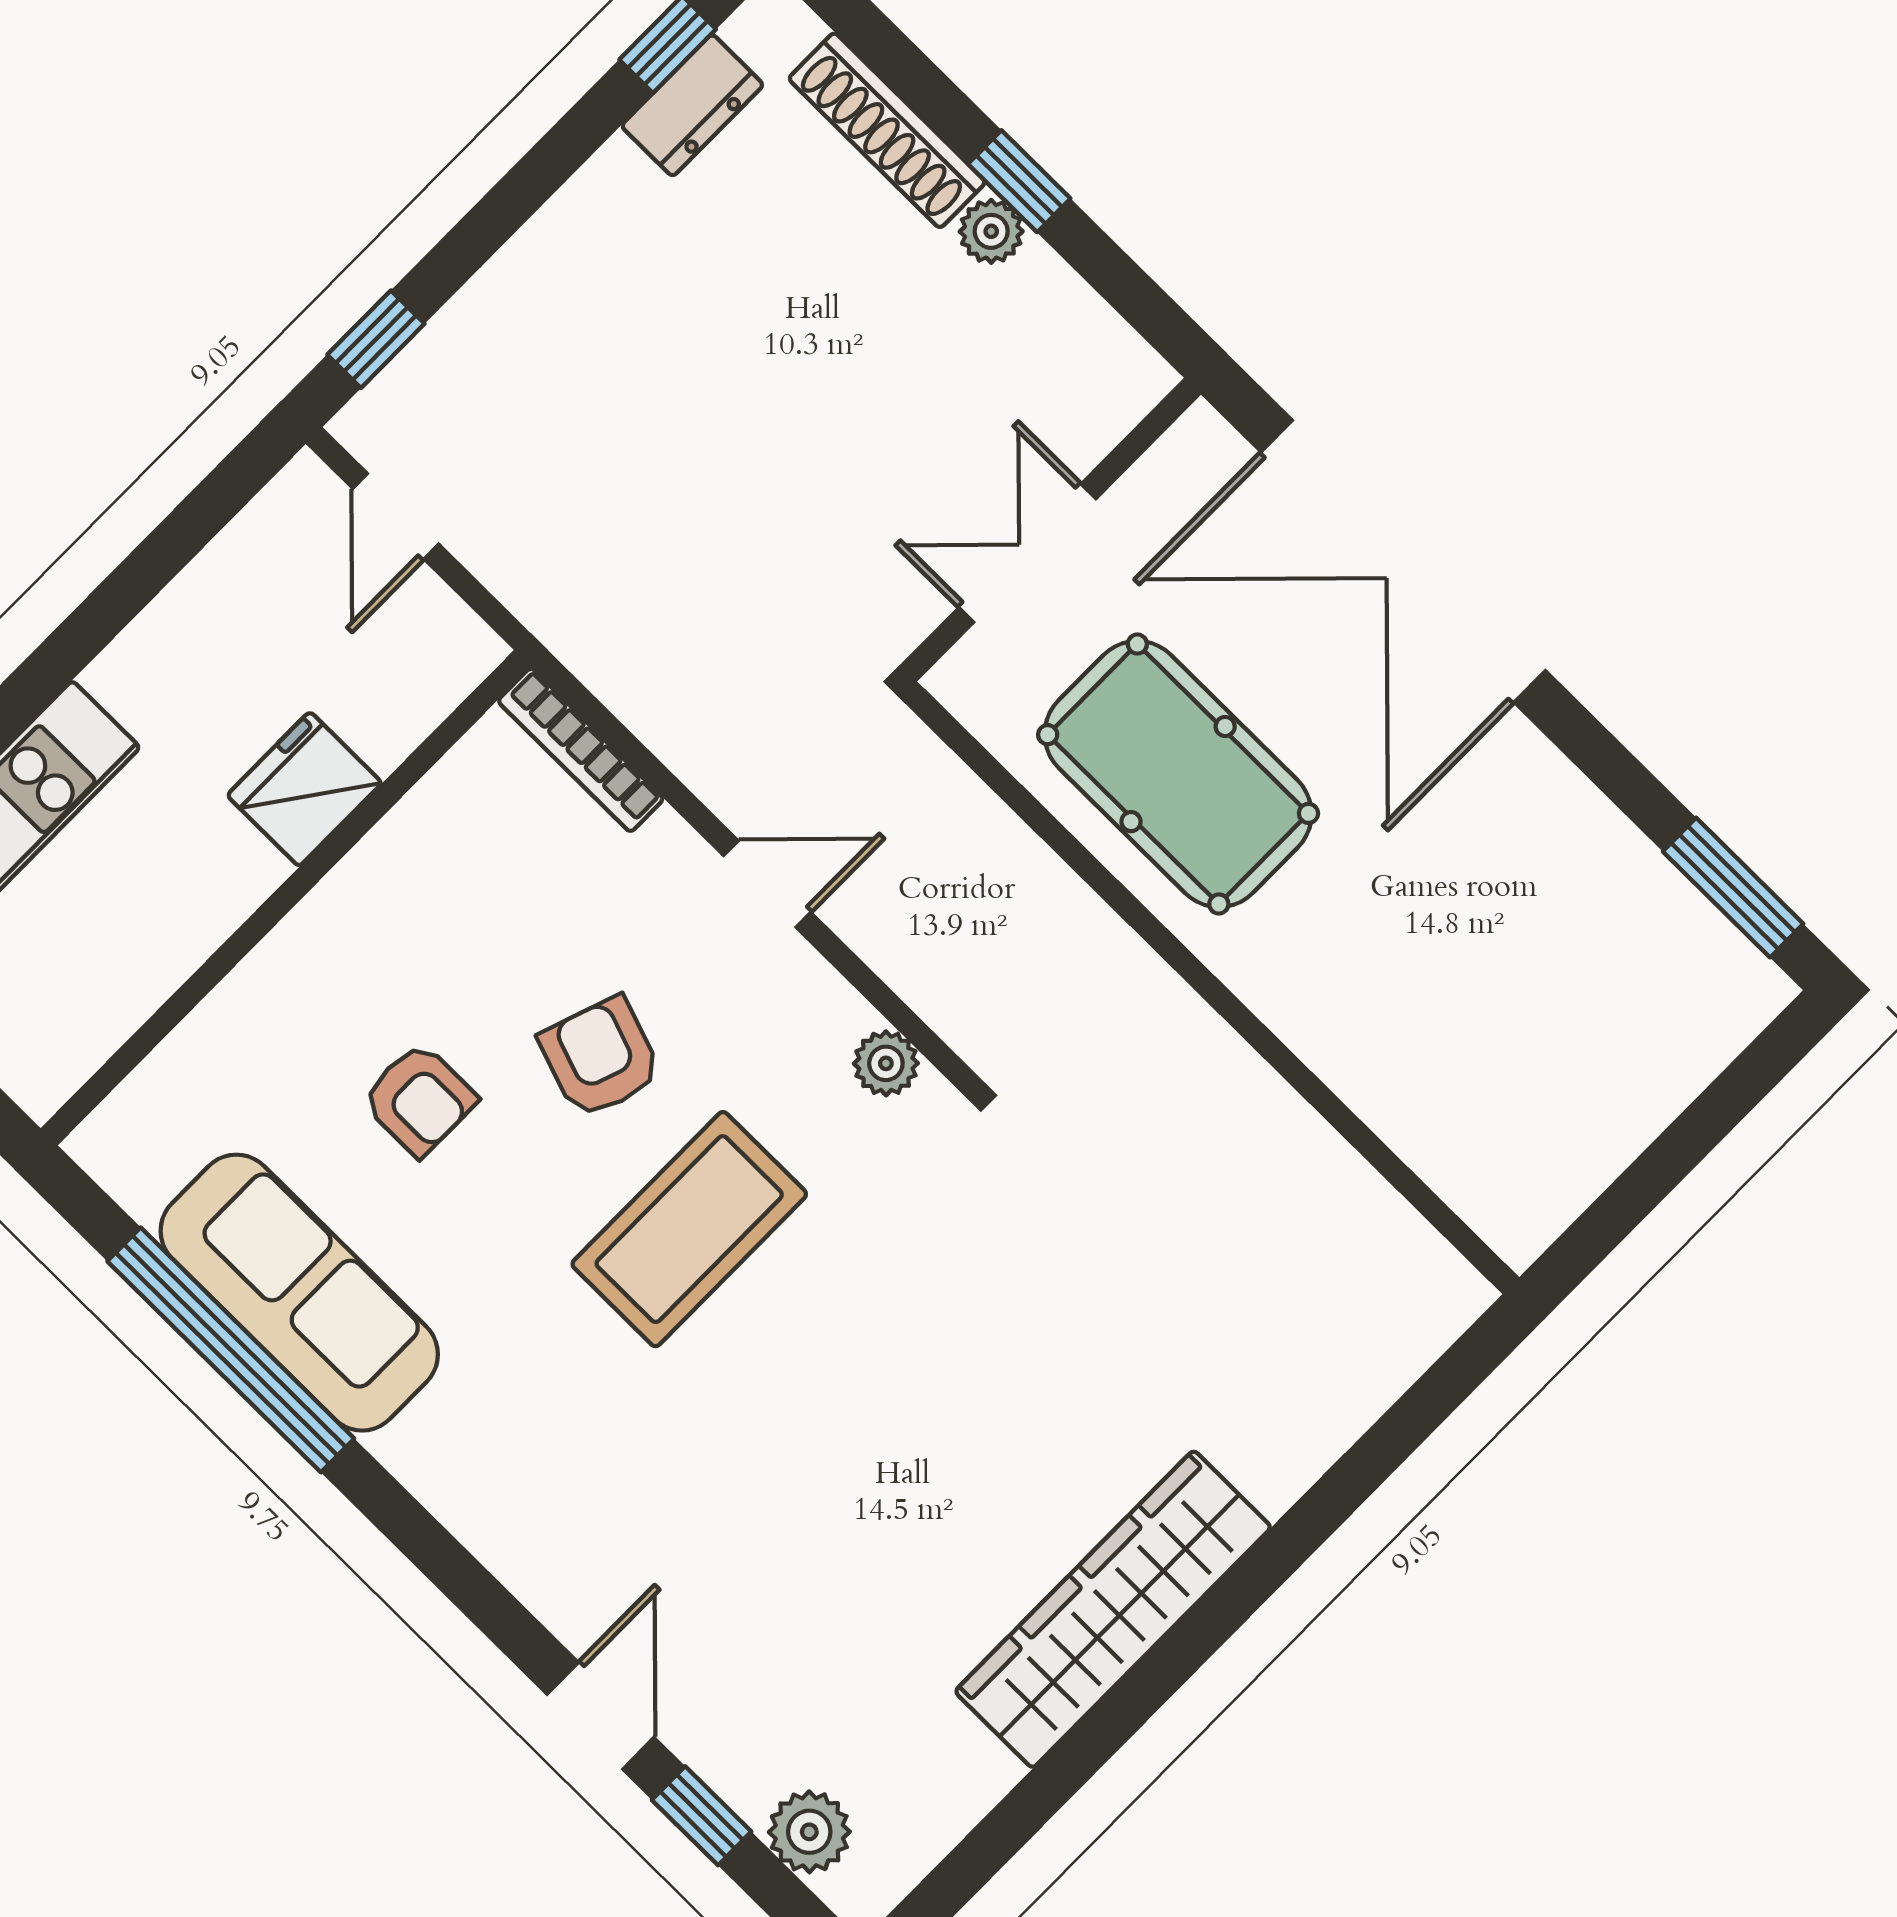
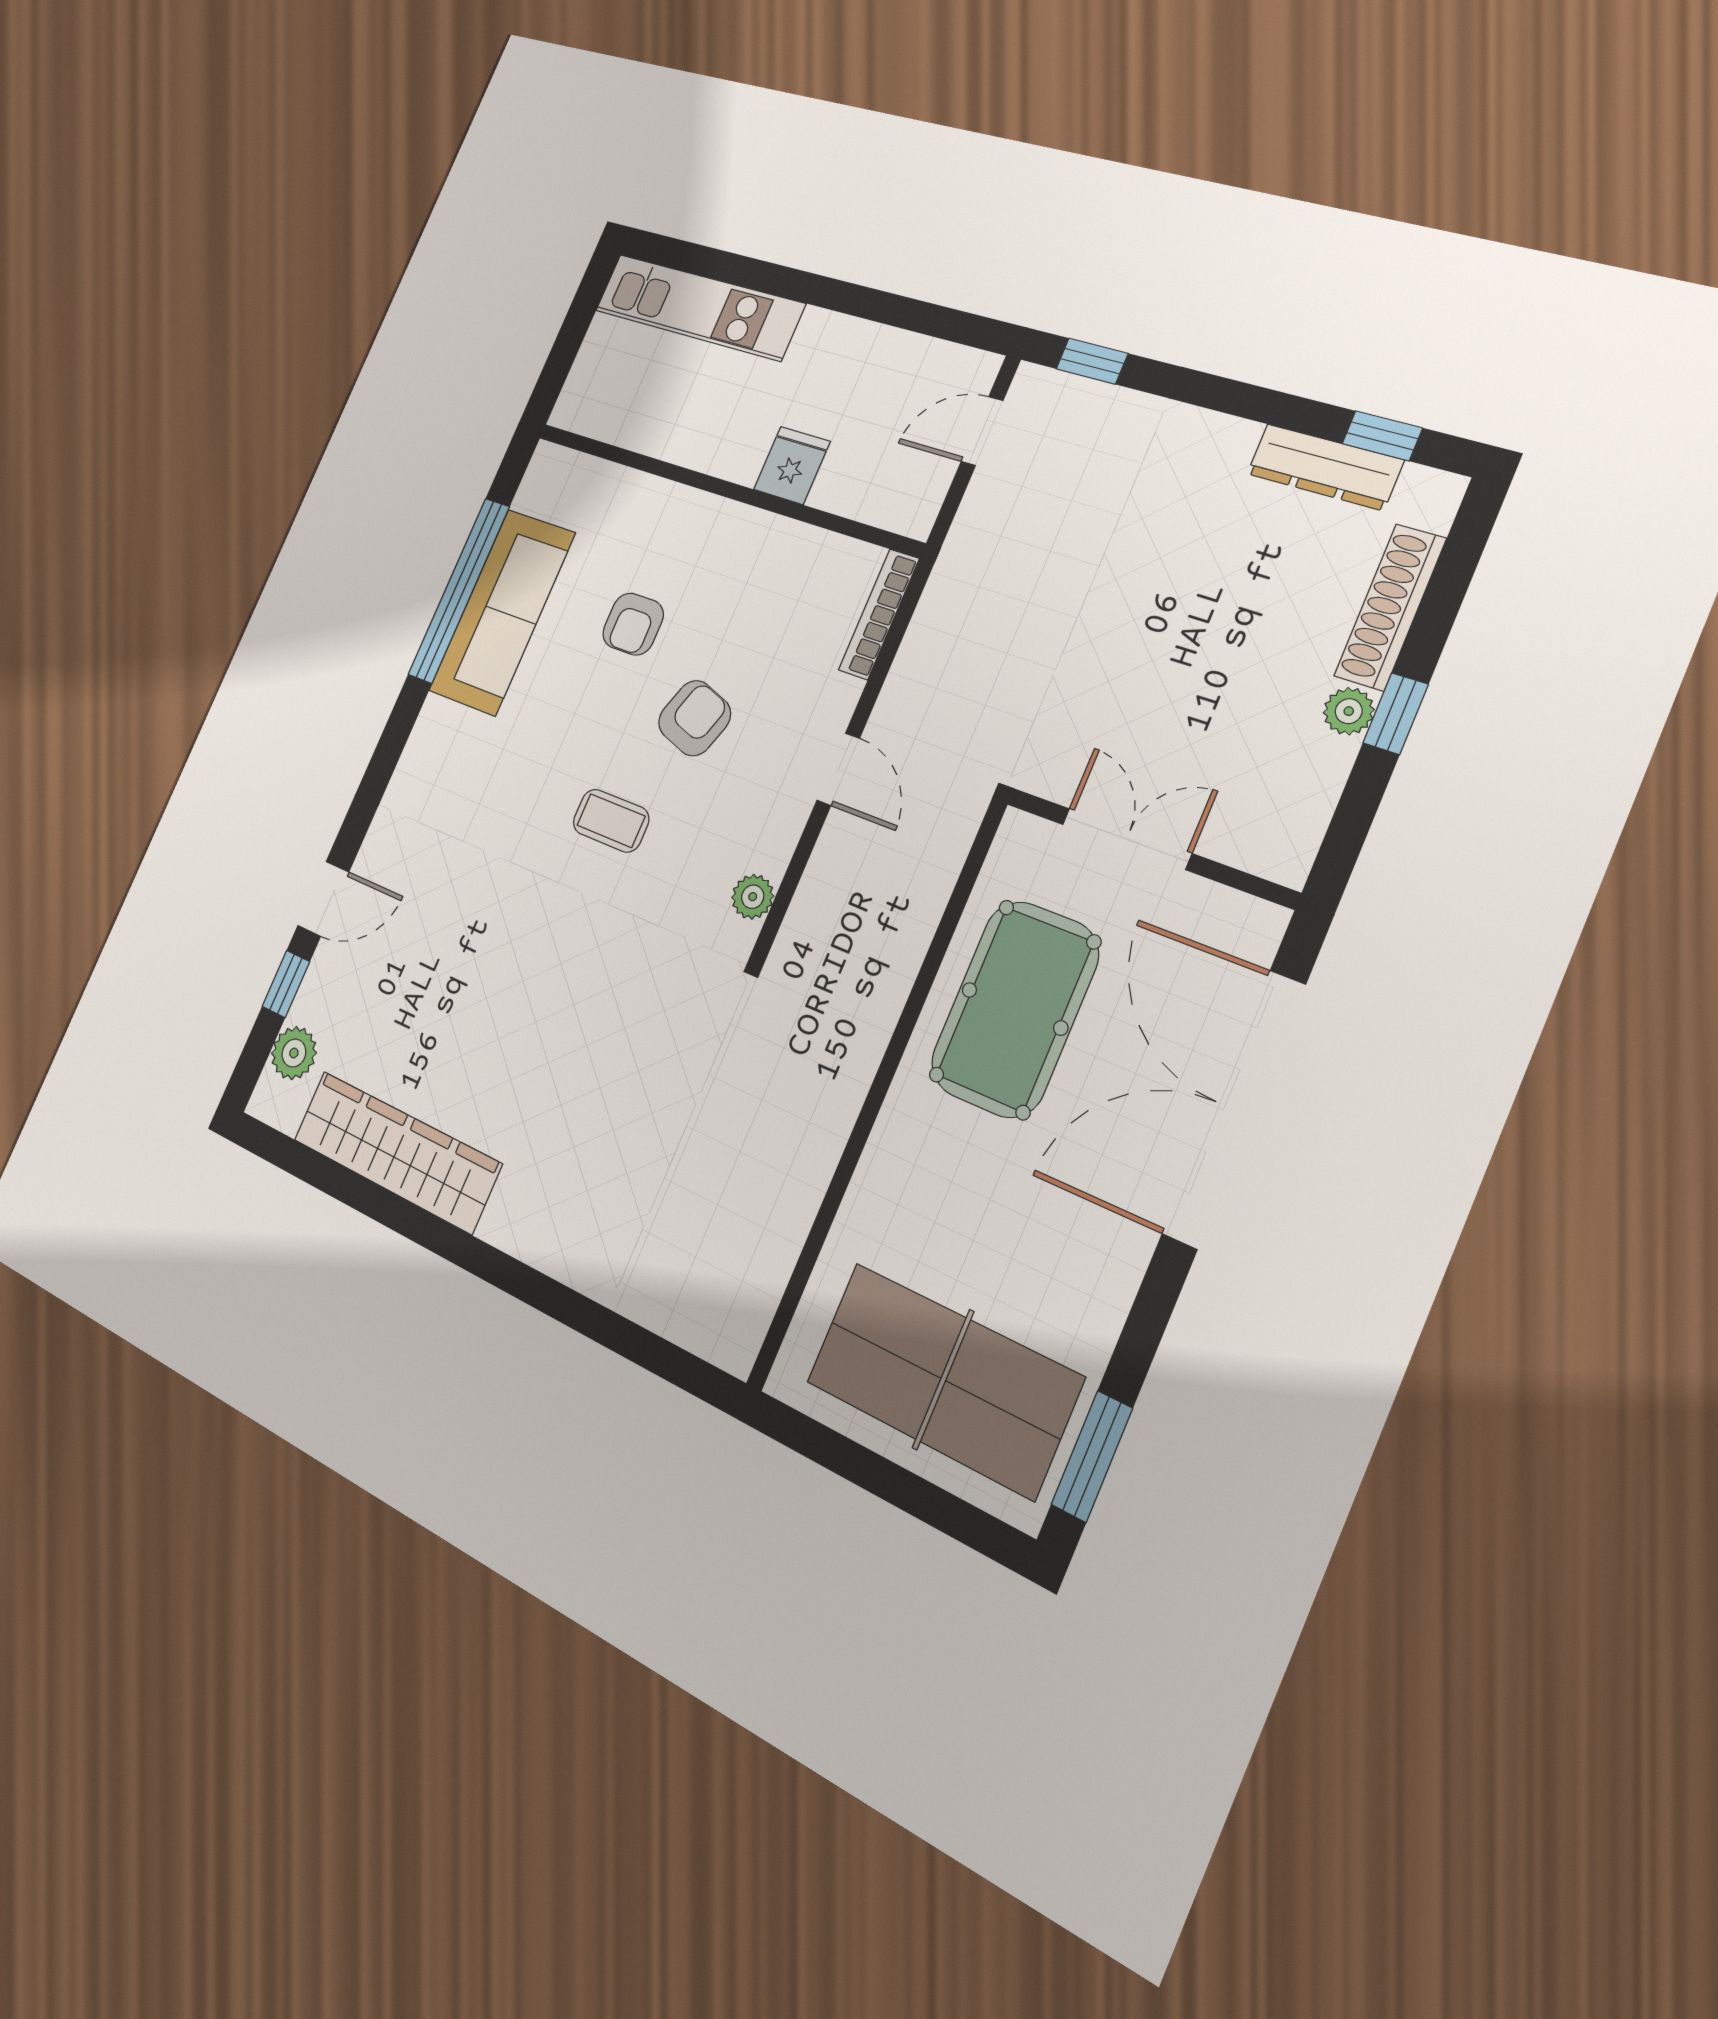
dresser: (692, 105) -> (1325, 467), width x1.44
fridge: (304, 789) -> (792, 465), width x0.72
table tennis table: (1586, 1035) -> (943, 1380), added
coffee table: (689, 1229) -> (611, 821), width x0.54, depth x0.58
wardrobe: (1113, 1609) -> (396, 1152), moved

